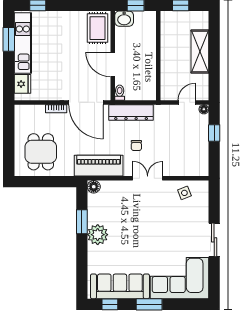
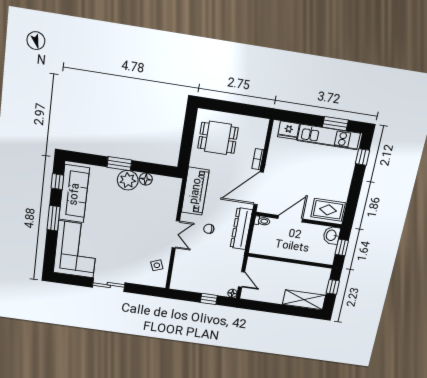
shelving: (200, 51) -> (304, 300), moved
floor lamp: (94, 187) -> (146, 179), moved
window: (82, 222) -> (119, 164), moved

